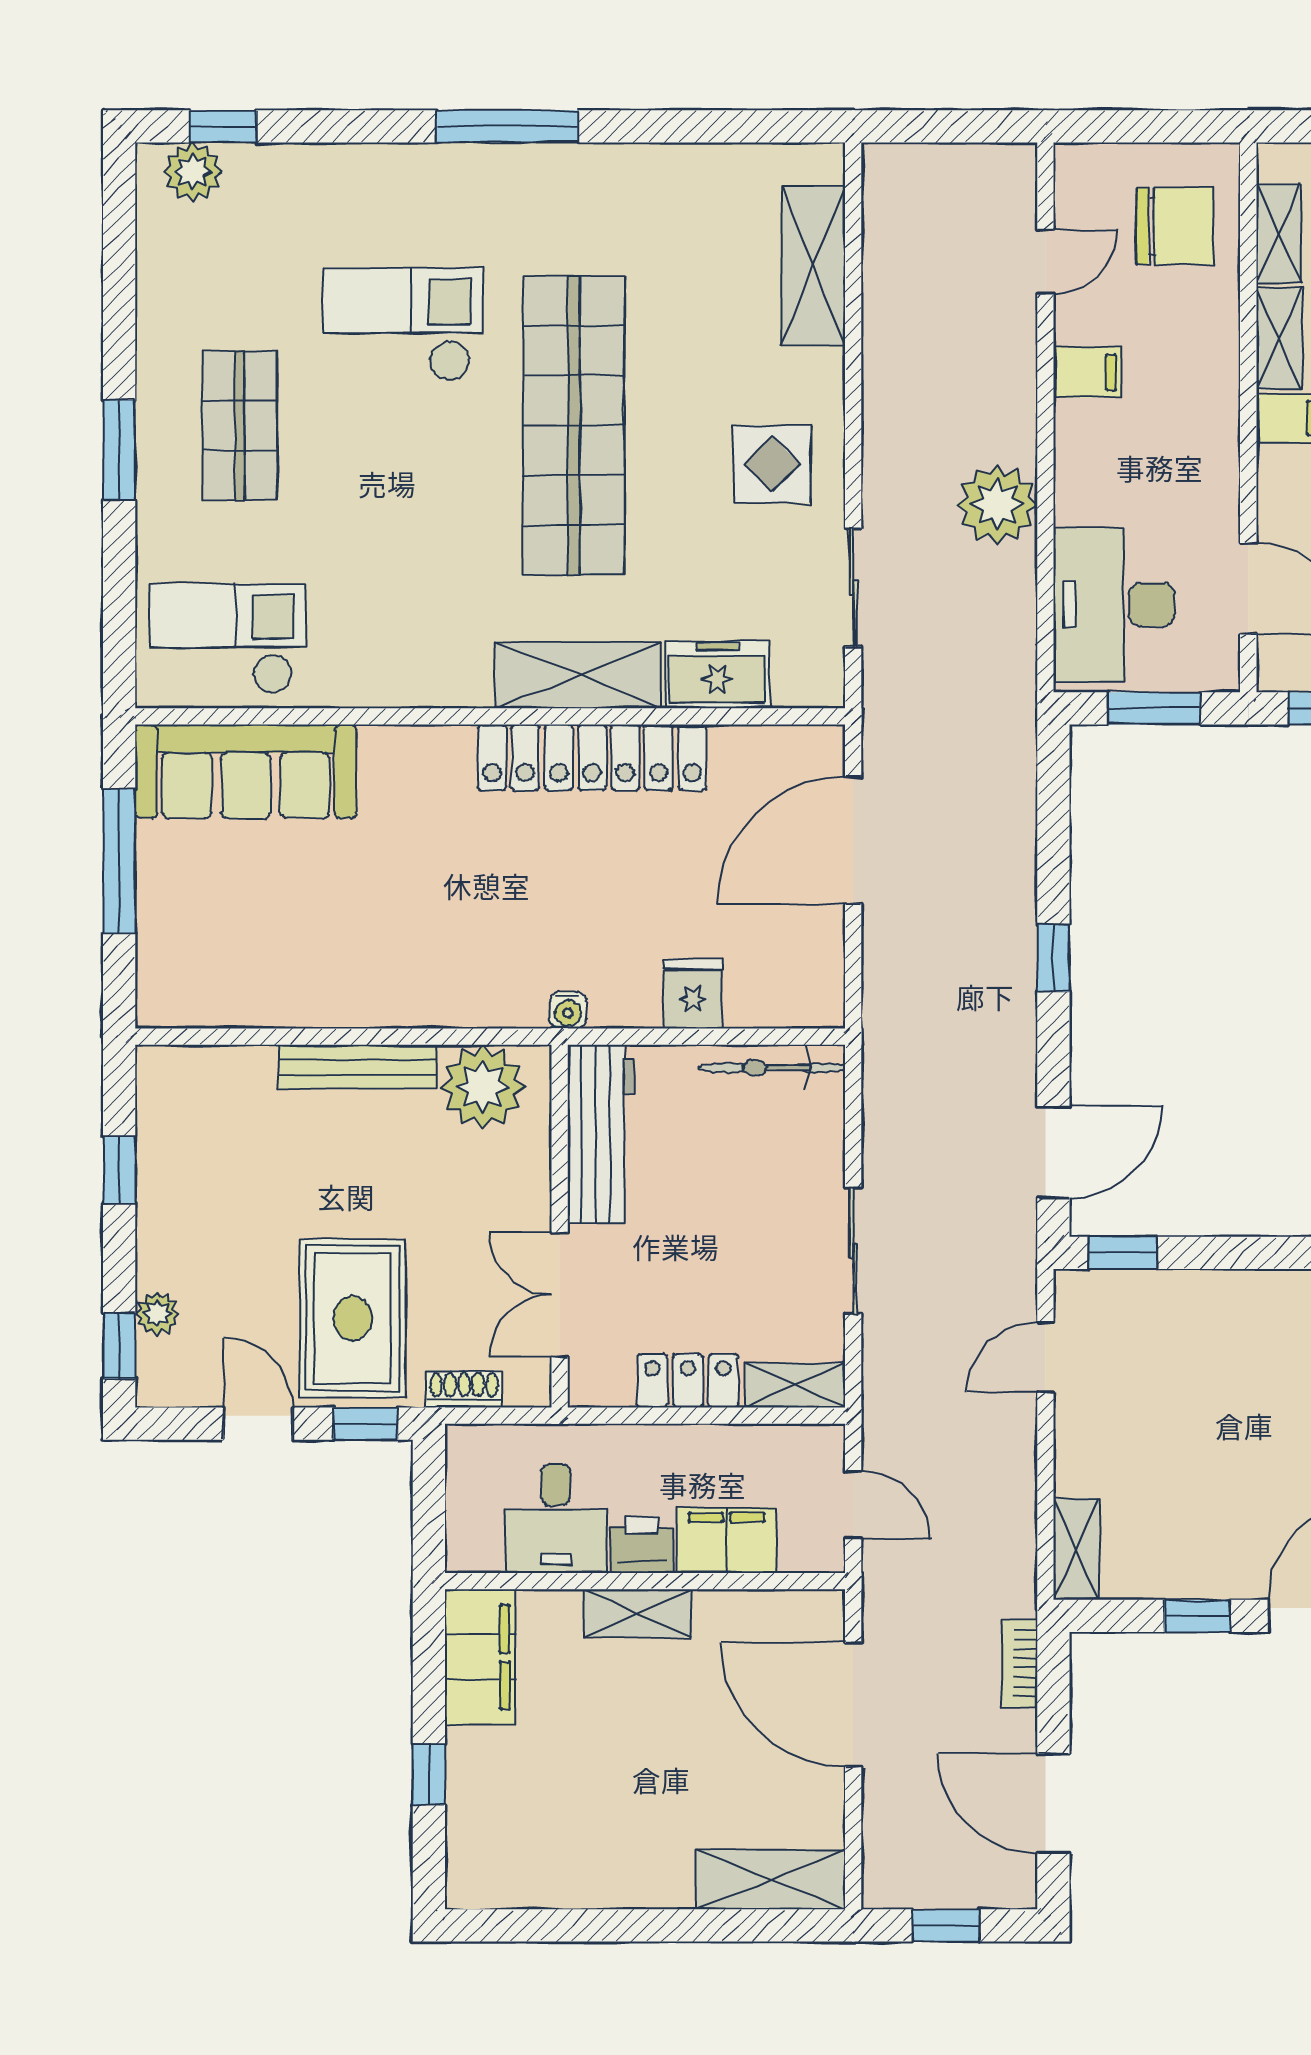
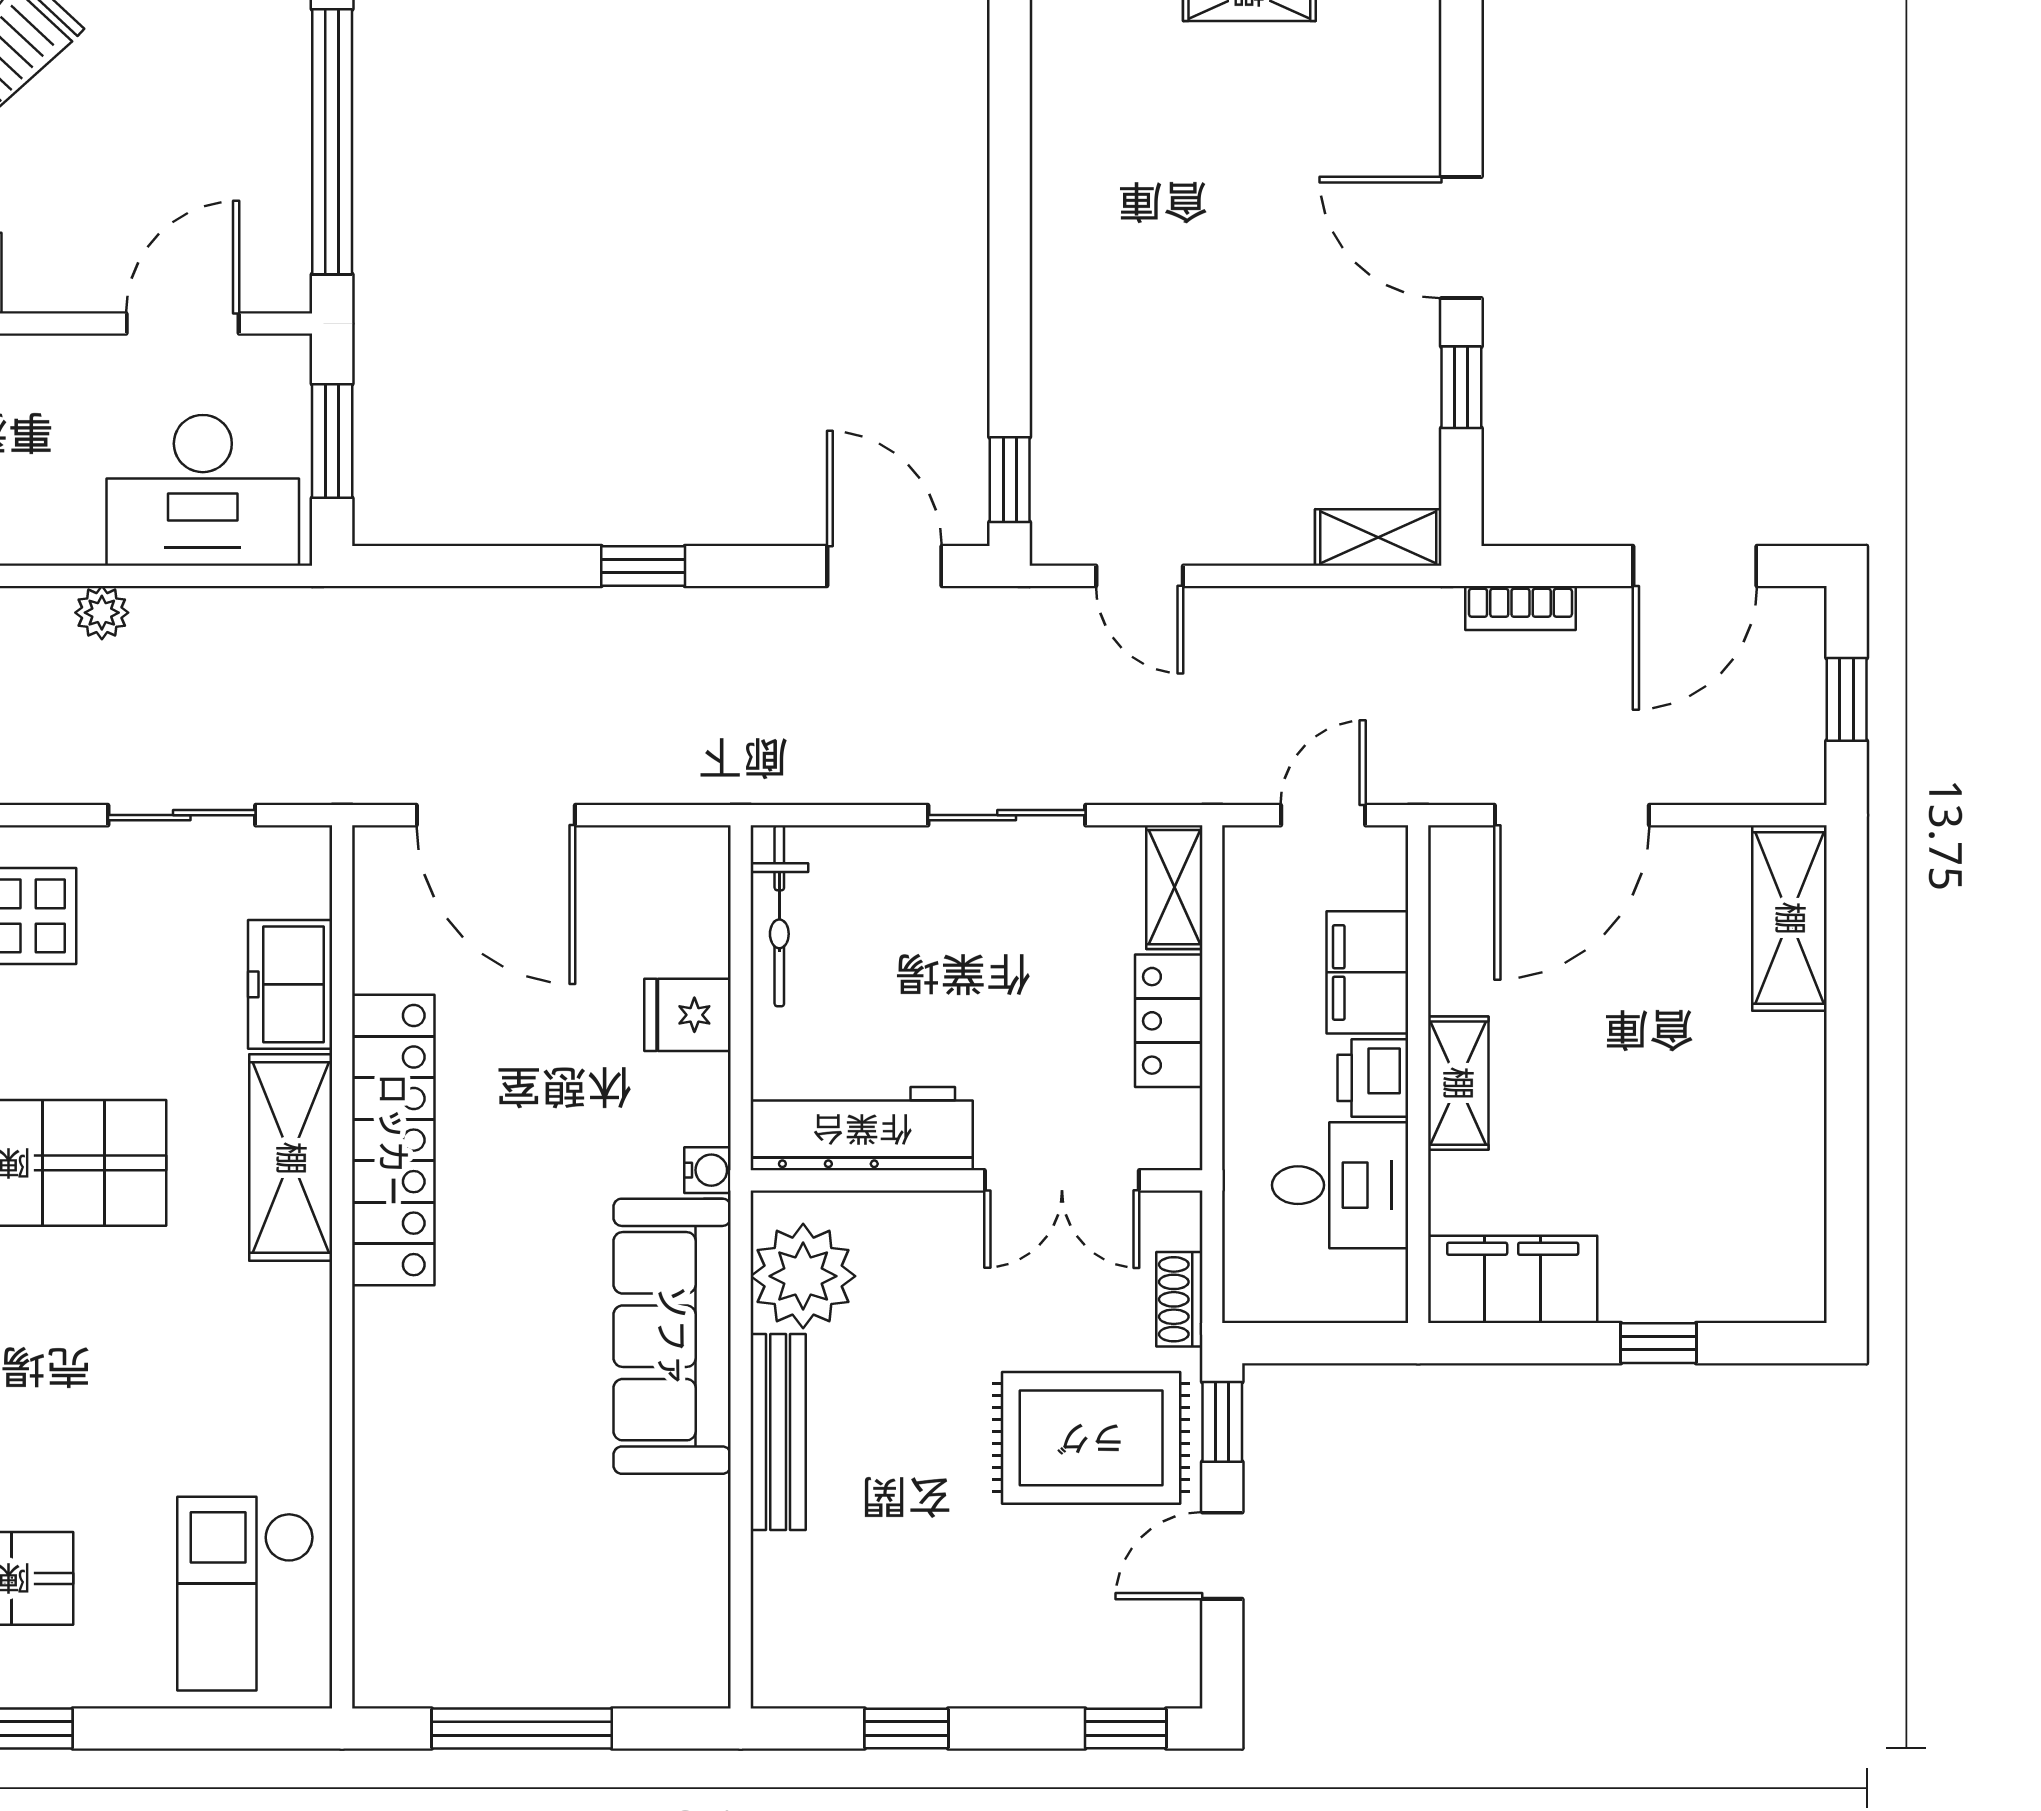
plant: (997, 504) -> (102, 613), width x0.53, depth x0.53
sofa: (246, 771) -> (672, 1336), moved, turned 180
plant: (157, 1313) -> (1085, 1681), removed

